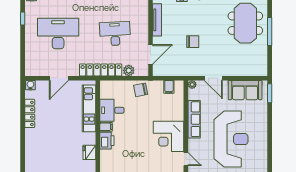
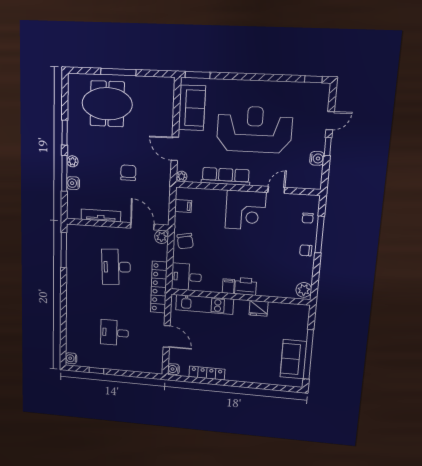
desk: (58, 34) -> (114, 333), width x0.53, depth x0.77
plant: (129, 70) -> (162, 237), moved
door: (213, 78) -> (175, 149), swing flipped
desk: (112, 110) -> (186, 277), moved, turned 90

